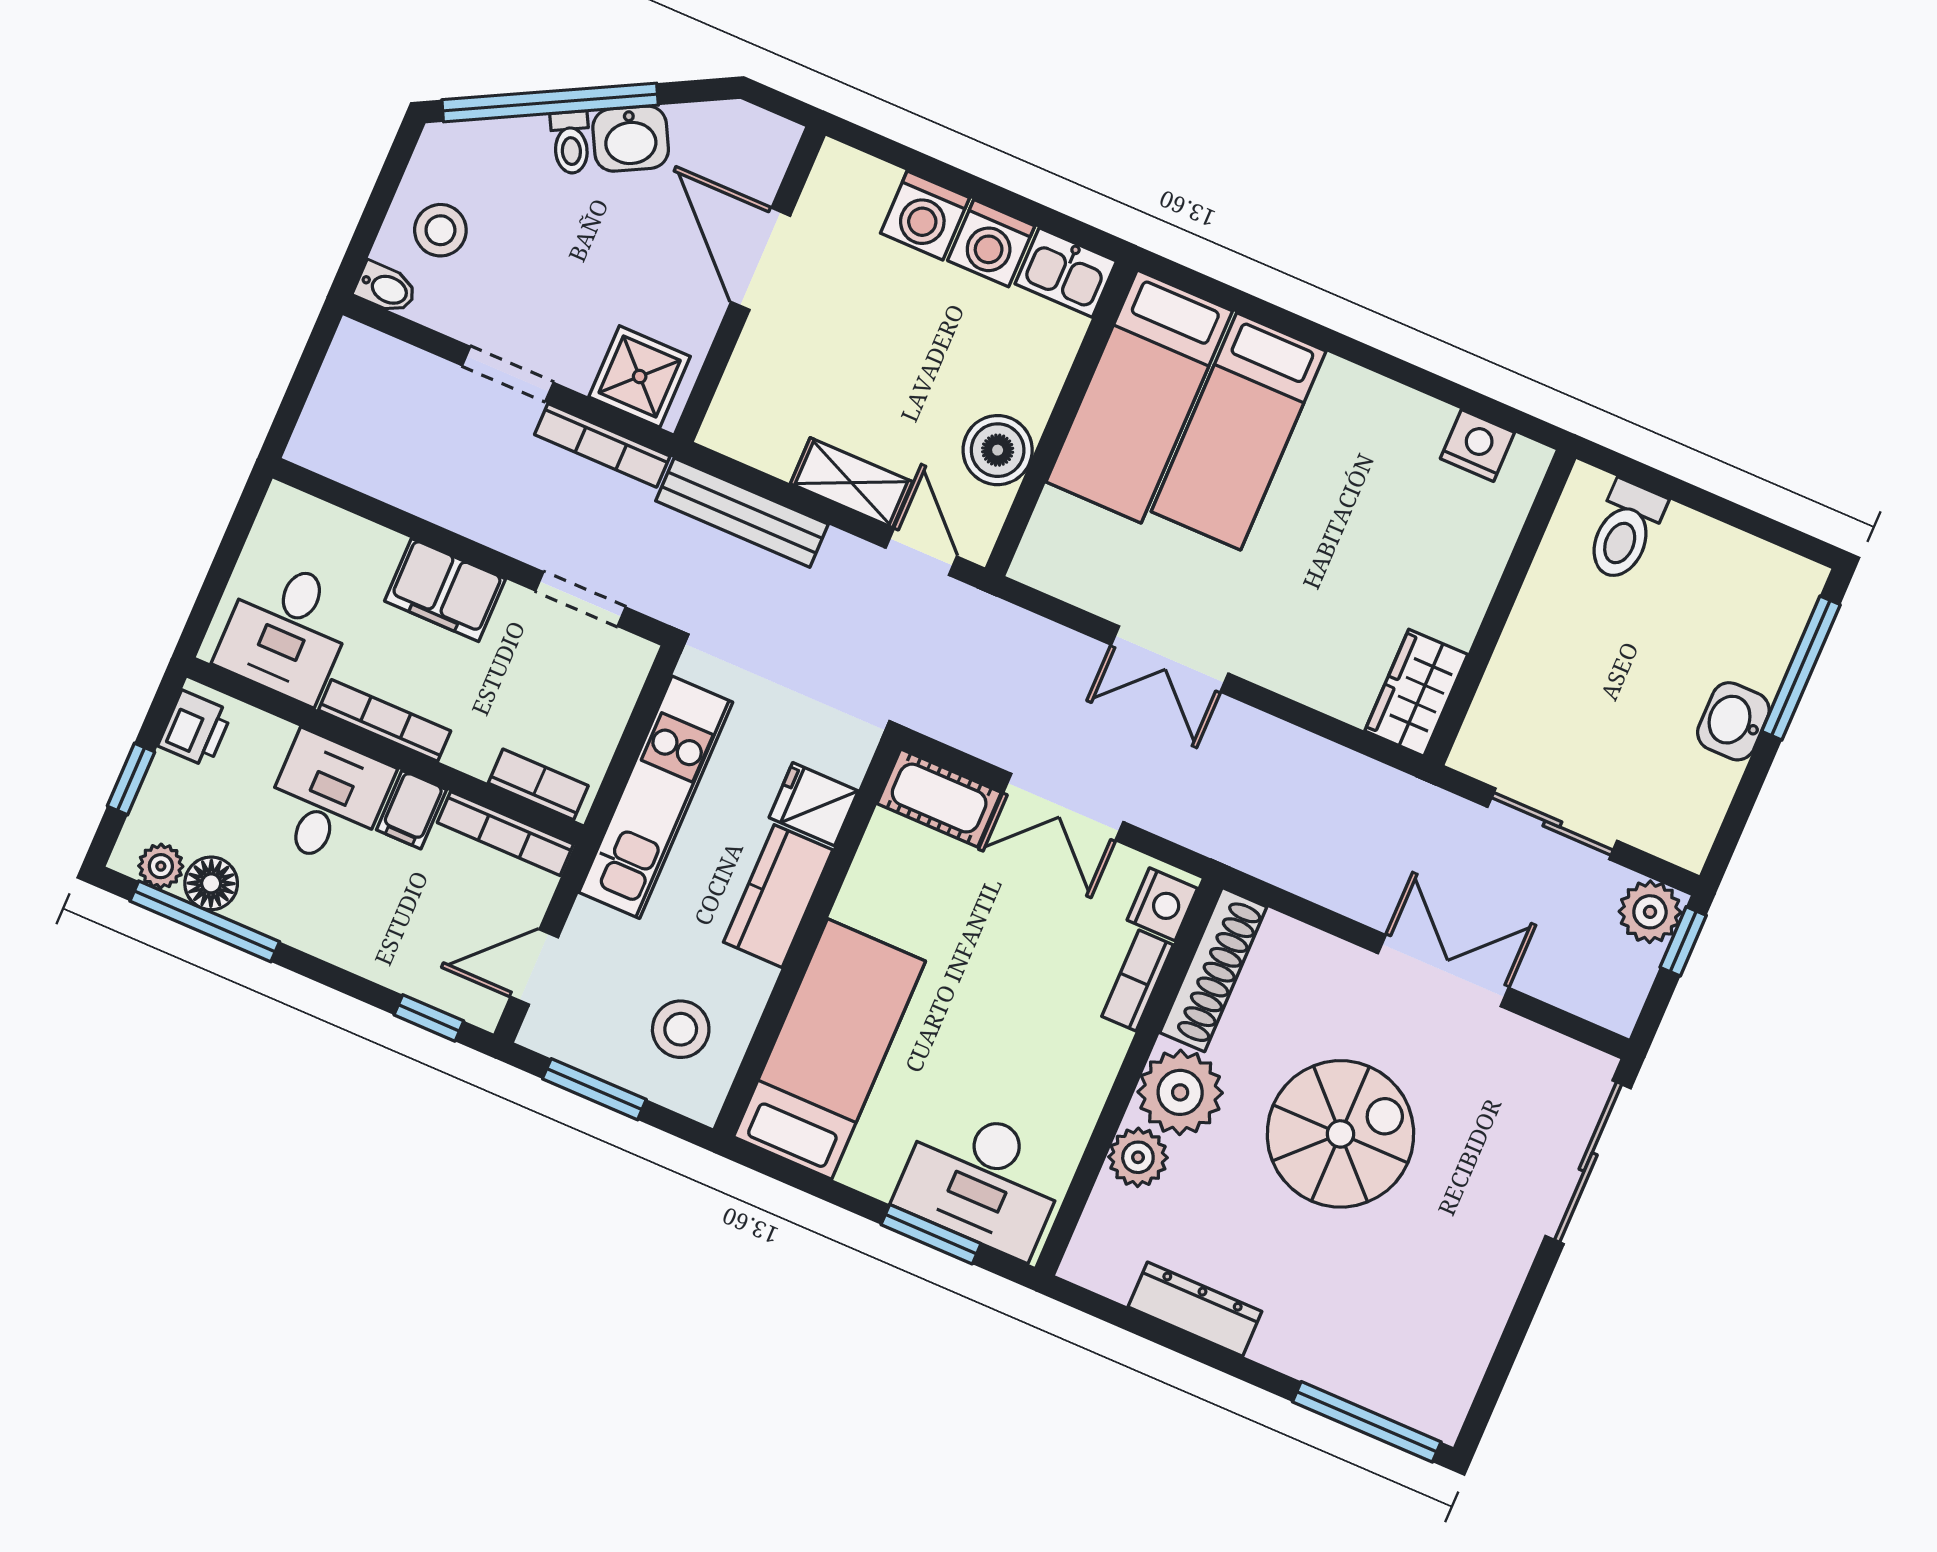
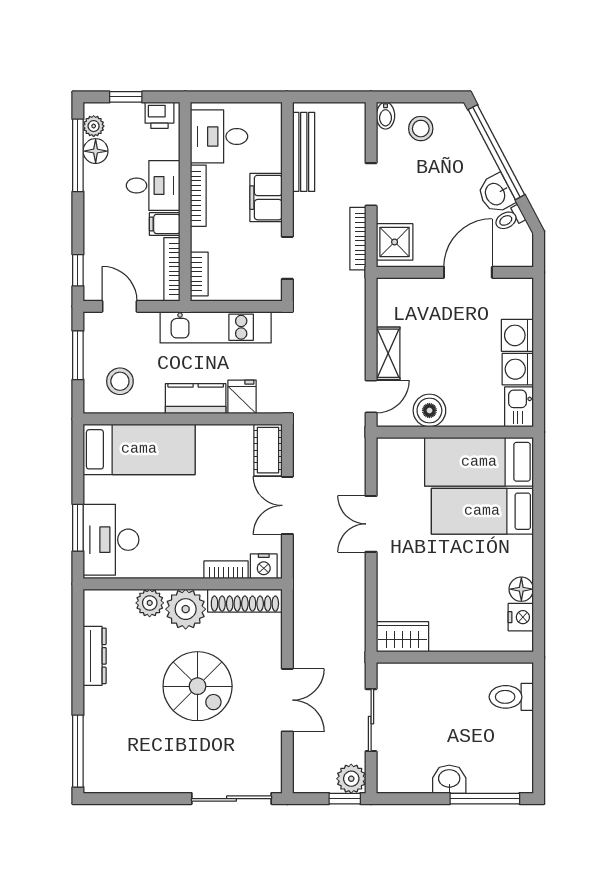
toilet: (571, 143) -> (509, 219), moved
floor lamp: (1423, 421) -> (521, 589), added
bench: (742, 513) -> (304, 152), moved

